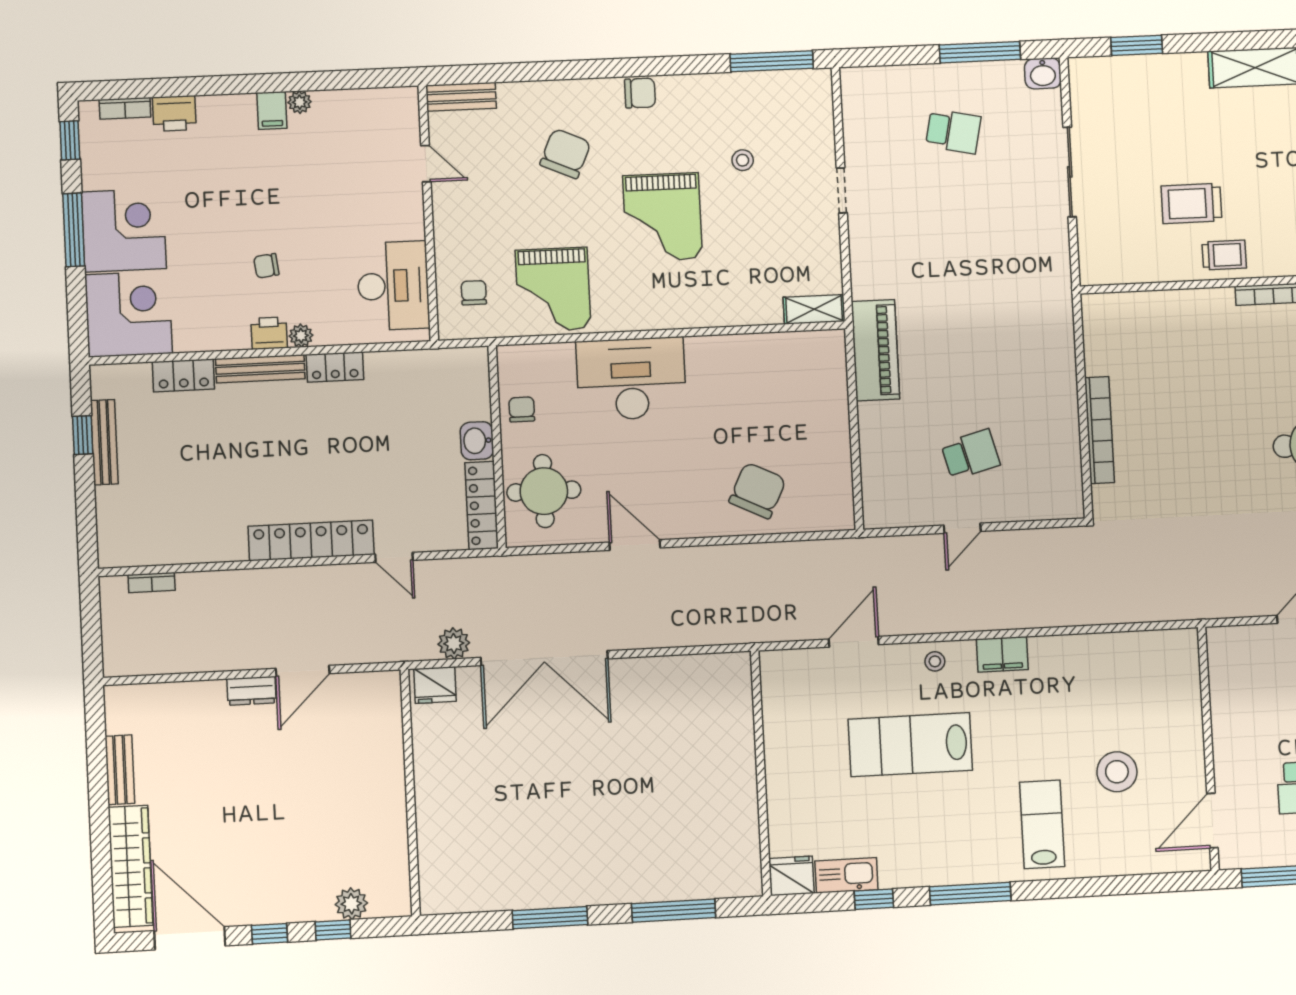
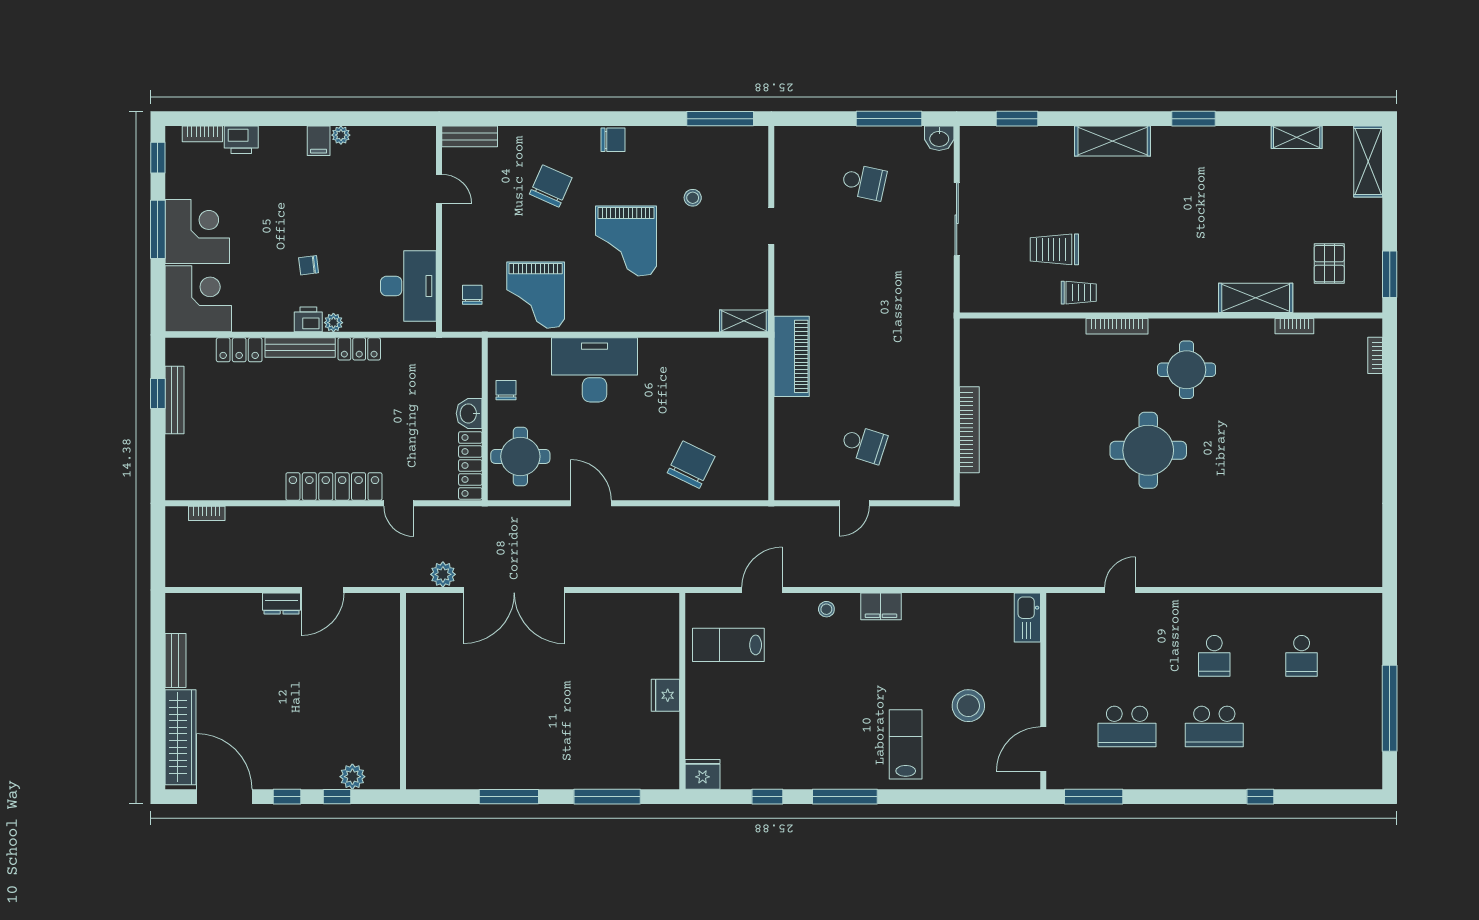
school desk: (971, 454) -> (864, 444), turned 33
fridge: (435, 685) -> (665, 695), moved, turned 90
lab bench: (910, 745) -> (728, 645), moved, width x0.73, depth x0.72
kitchen sink: (846, 875) -> (1027, 618), moved, turned -90

